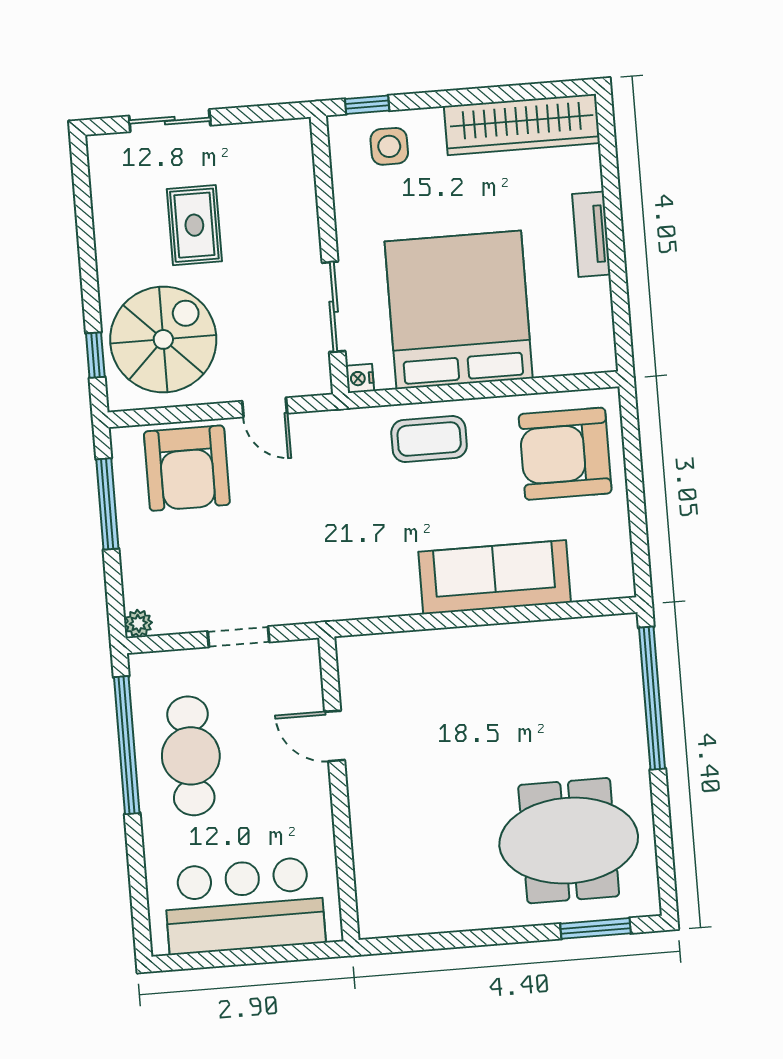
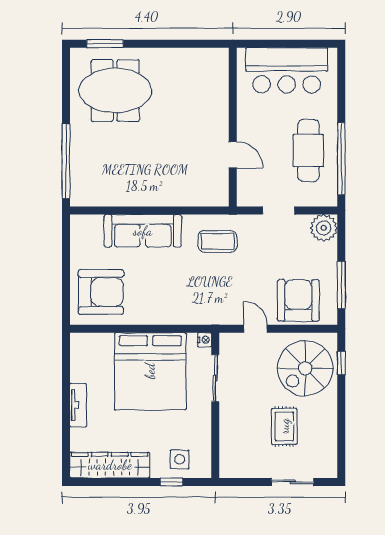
window: (367, 105) -> (171, 482), moved
coffee table: (429, 439) -> (218, 241), moved
plant: (138, 623) -> (324, 228), width x1.88, depth x1.88

